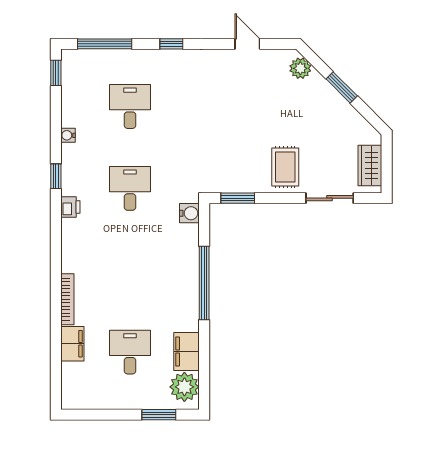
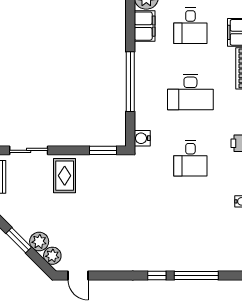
window: (105, 44) -> (196, 276), moved
door: (247, 44) -> (78, 276), moved
plant: (317, 86) -> (39, 241), added
desk: (130, 106) -> (190, 92), moved, width x1.37

